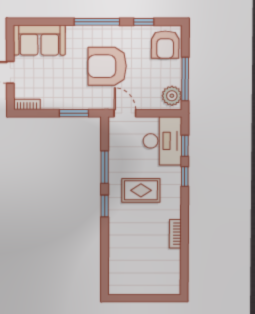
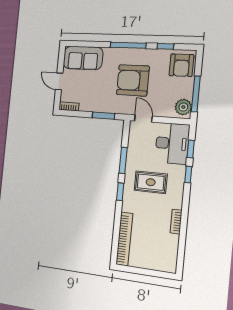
bookcase: (115, 263) -> (124, 239), added

